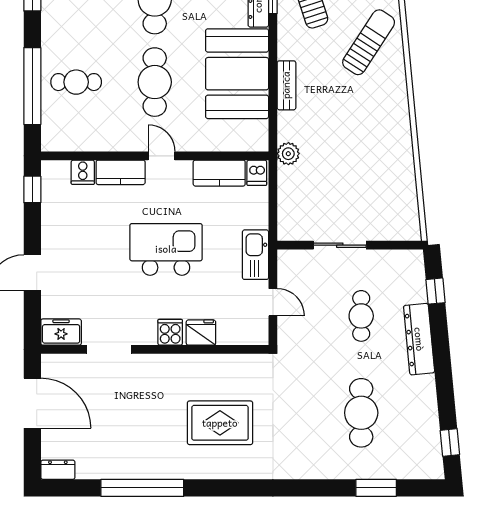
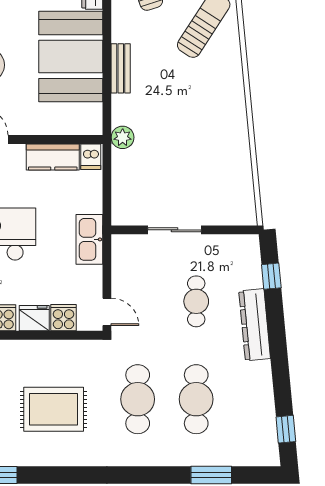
door: (273, 302) -> (107, 312), moved
cooker: (230, 332) -> (63, 318), added
cafe table: (303, 413) -> (138, 399), added

